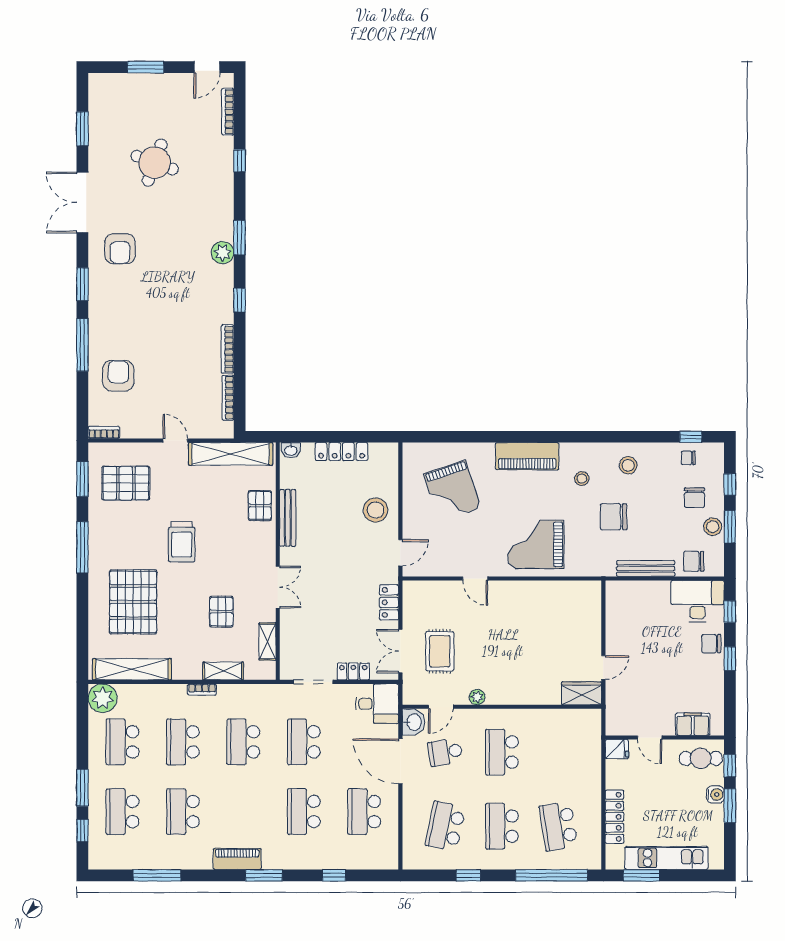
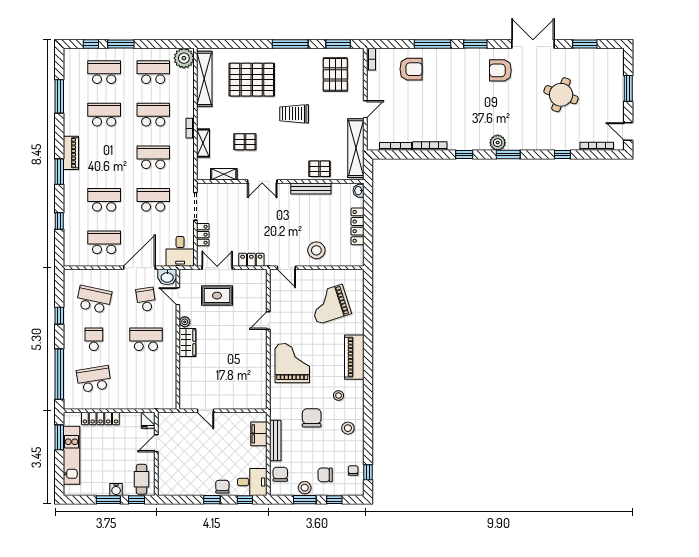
desk: (698, 601) -> (252, 482), width x0.73
wardrobe: (581, 693) -> (187, 342), moved
filing cabinet: (693, 724) -> (259, 434), moved, turned 180
school desk: (502, 826) -> (94, 339), width x0.54

